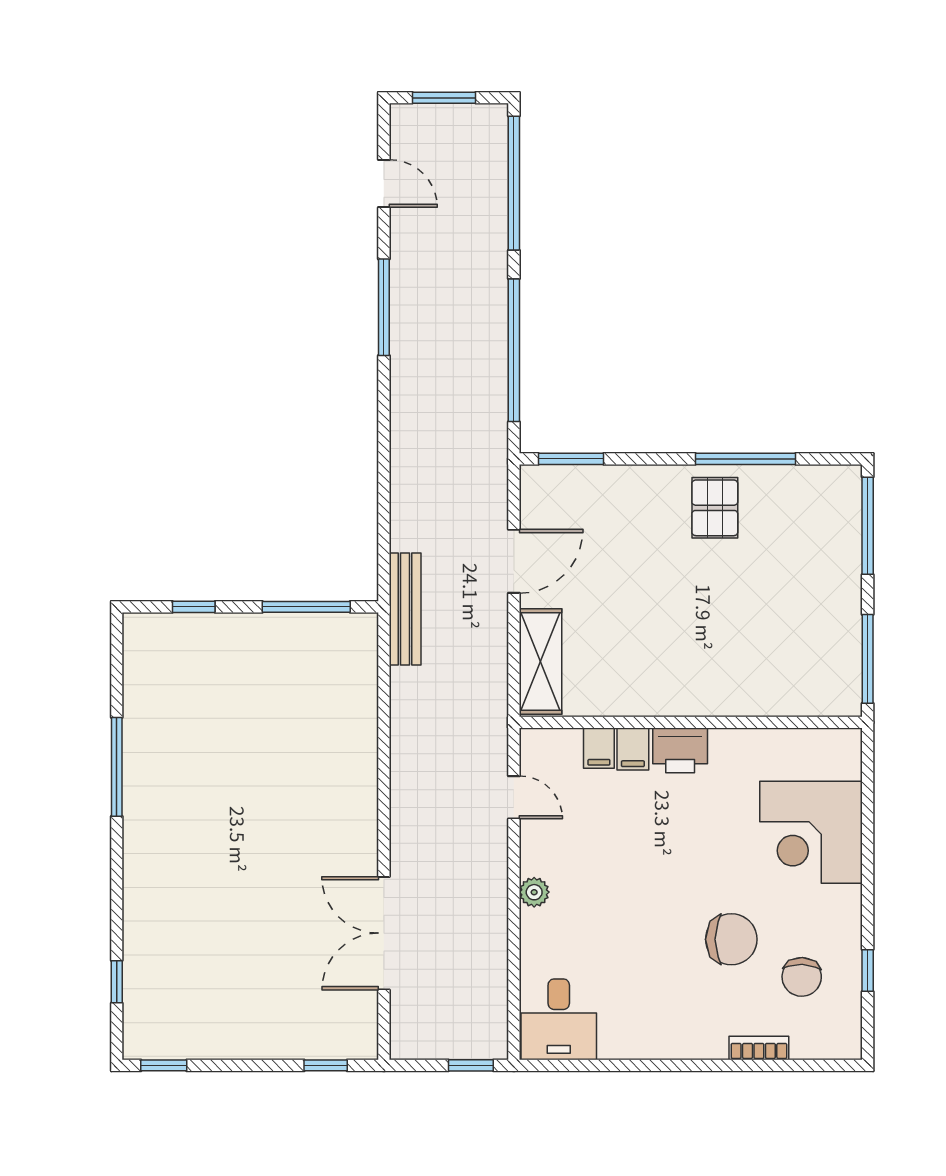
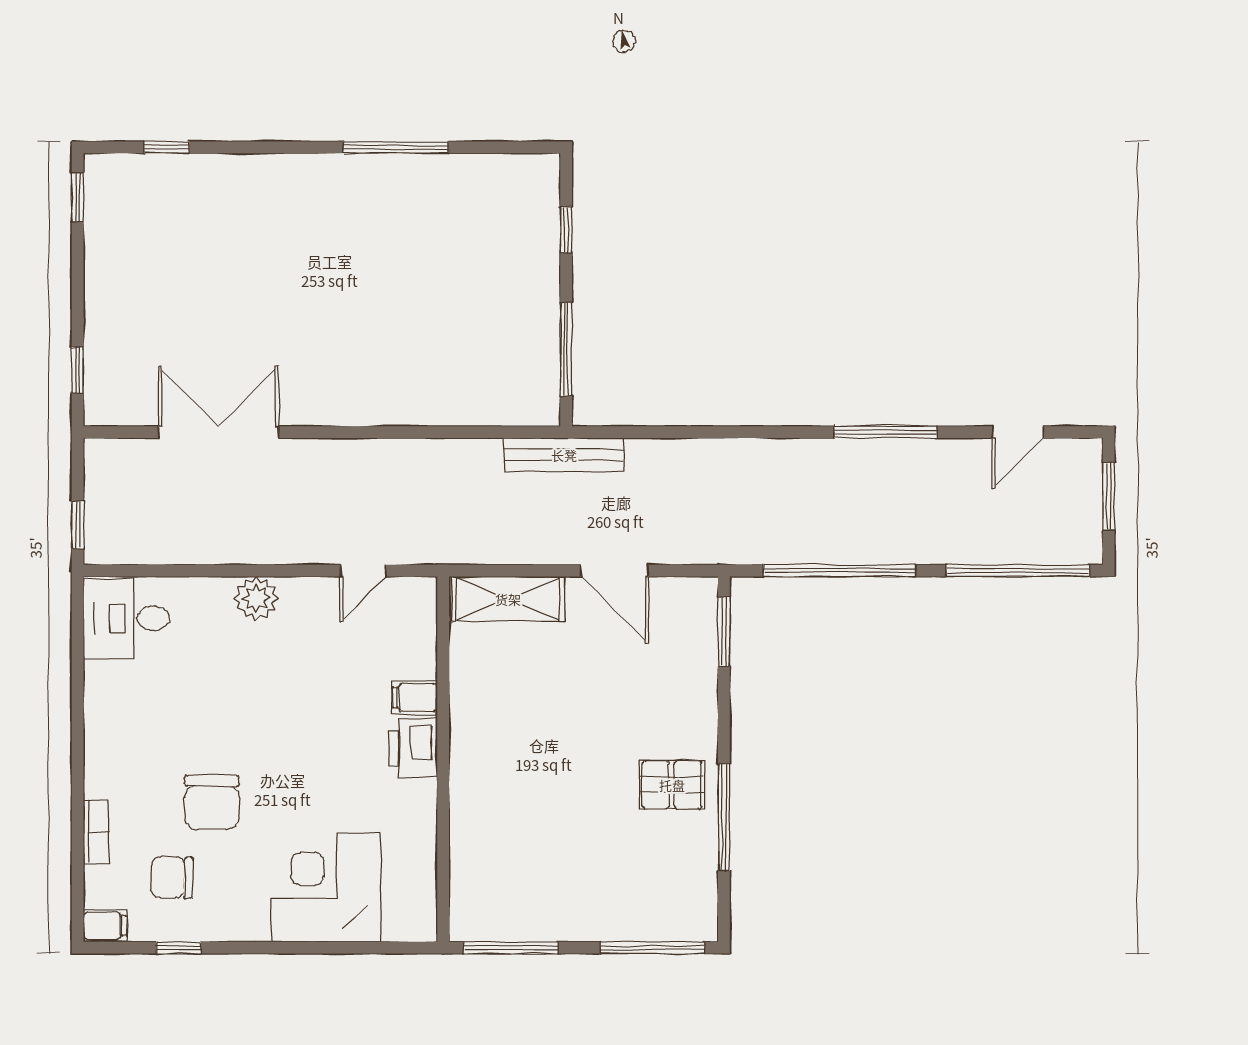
filing cabinet: (599, 748) -> (105, 926), moved, turned 180
plant: (534, 892) -> (256, 598), width x1.38, depth x1.38

